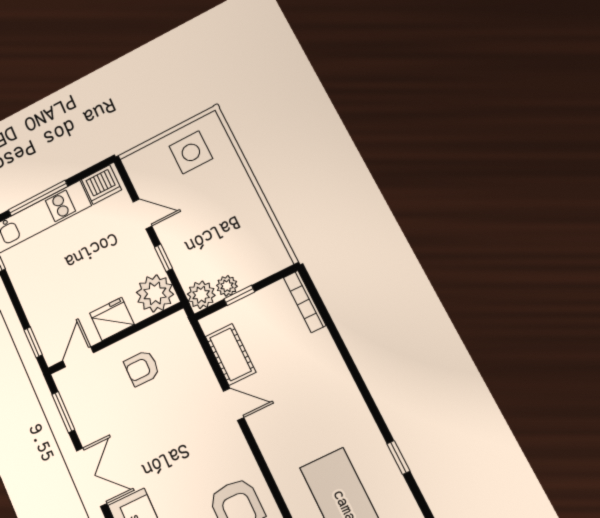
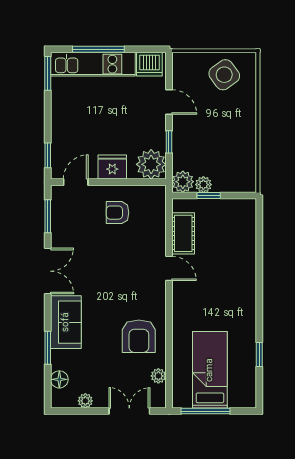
side table: (191, 152) -> (224, 75), turned -36
bookcase: (305, 301) -> (250, 222), removed

